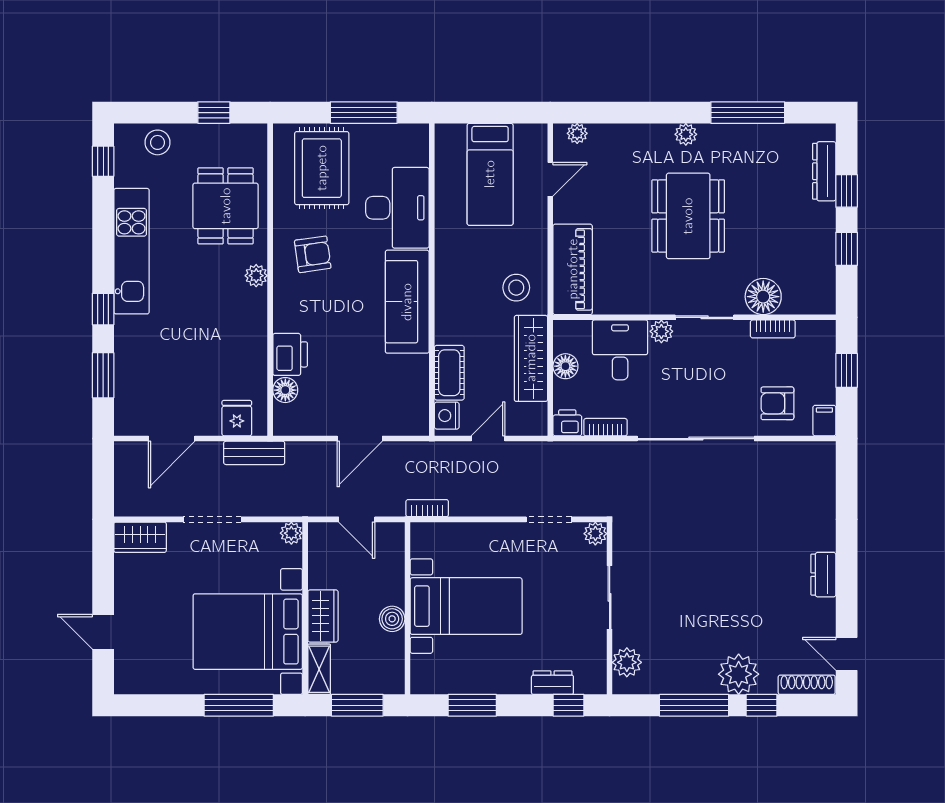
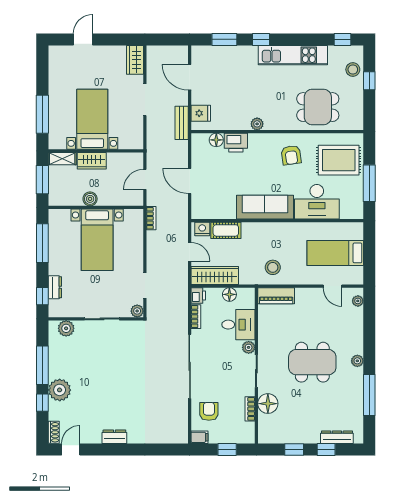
window: (214, 113) -> (369, 81), moved
piano: (573, 269) -> (276, 296), width x0.73, depth x0.75
plant: (256, 276) -> (257, 124), moved
wardrobe: (531, 358) -> (215, 275), moved
plant: (291, 533) -> (137, 143), removed
bed with nightstands: (248, 632) -> (92, 119), width x0.73
shoe rack: (807, 685) -> (54, 432), width x0.70
window: (472, 705) -> (42, 243), width x1.44

